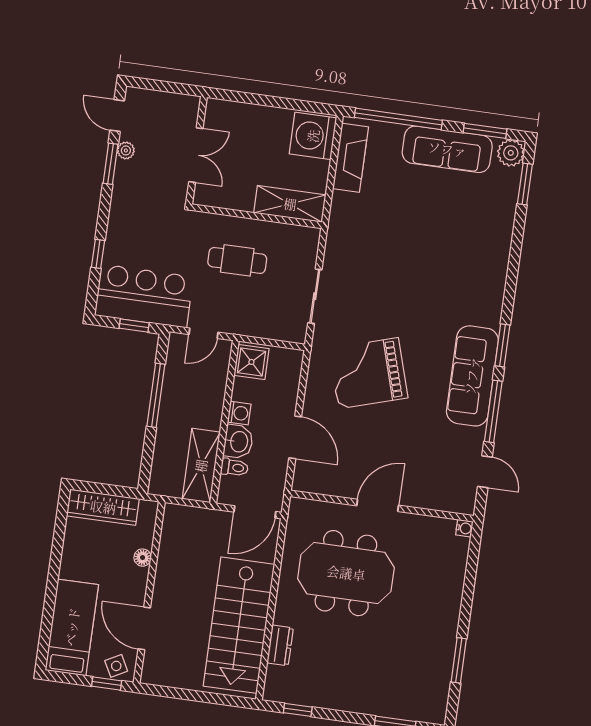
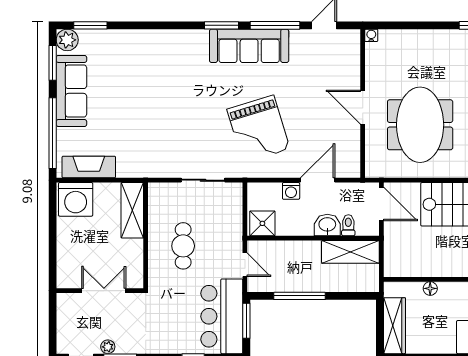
window: (134, 326) -> (246, 321), width x1.50
washing machine: (239, 413) -> (291, 191), moved, turned 180

